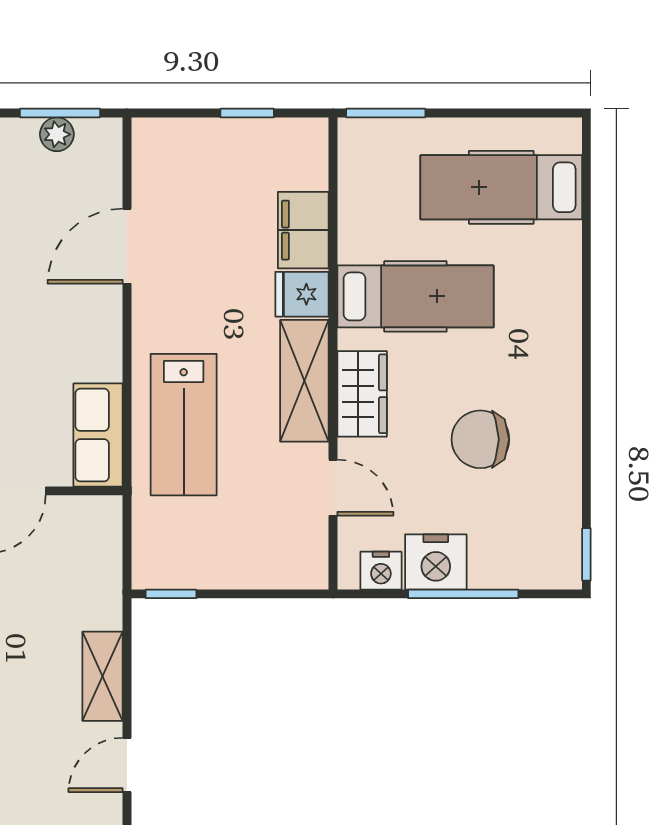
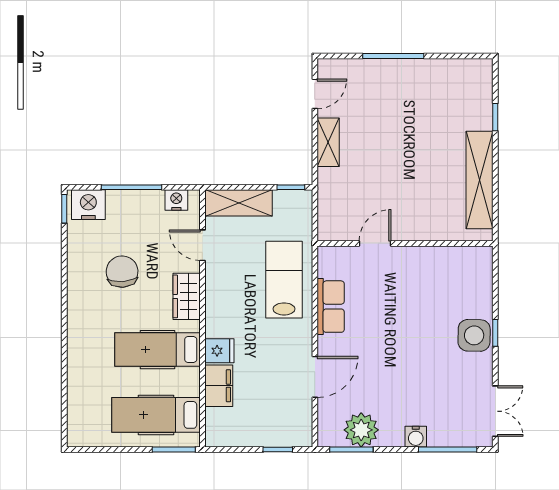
window: (247, 113) -> (278, 450), moved
plant: (57, 134) -> (361, 430), width x1.88, depth x1.88
hospital bed: (501, 187) -> (156, 415), moved, turned 180
shelving: (304, 381) -> (239, 203), moved, turned 90
row of seats: (98, 435) -> (331, 307), moved
chair: (480, 439) -> (122, 272), turned -94
nightstand: (436, 562) -> (88, 205), moved

